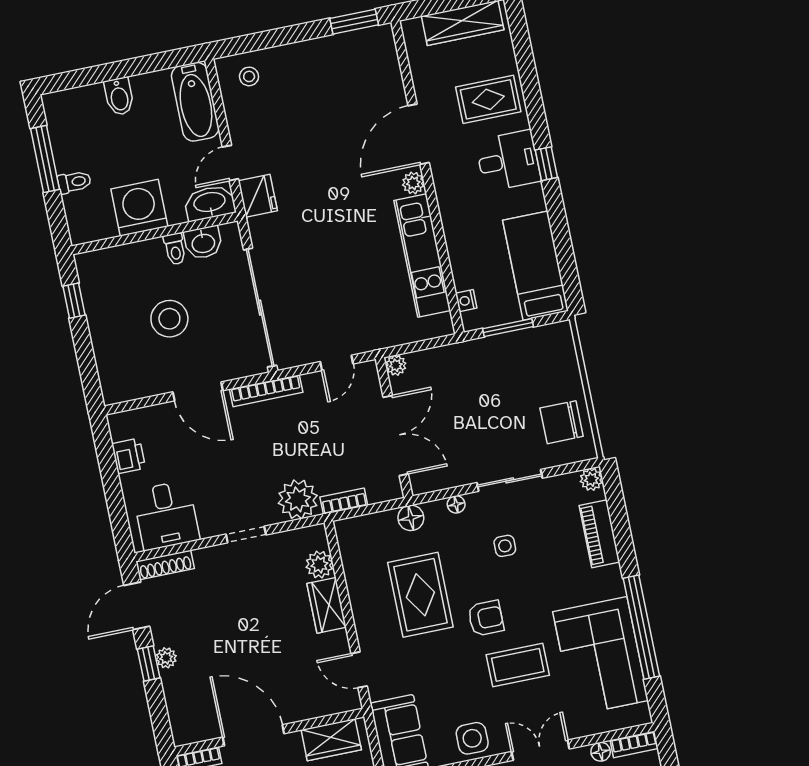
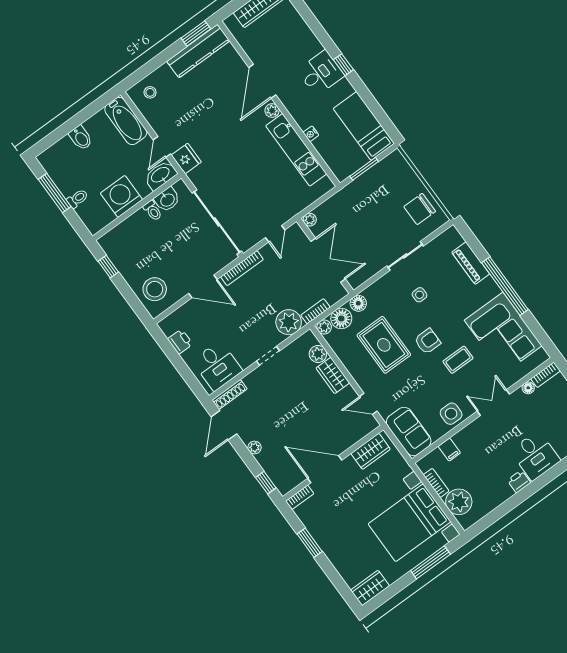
kitchen counter: (346, 49) -> (198, 51), added
rug: (488, 99) -> (293, 43), removed
nightstand: (466, 301) -> (311, 134), moved
stool: (169, 319) -> (155, 289), moved
plant: (591, 479) -> (324, 327), moved
floor lamp: (456, 504) -> (341, 319), moved, width x1.89, depth x1.89
window: (641, 627) -> (505, 286), moved
window: (149, 664) -> (266, 483), moved
coffee table: (518, 665) -> (458, 360), width x0.73, depth x0.77

